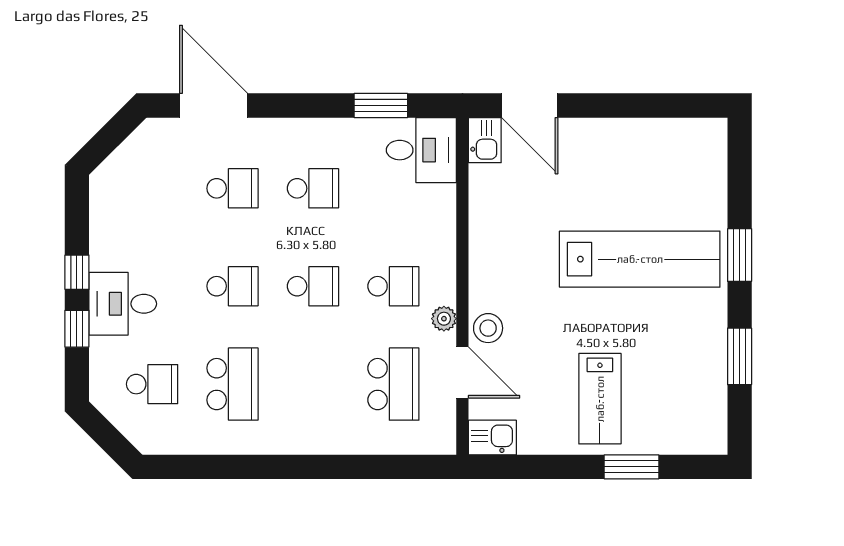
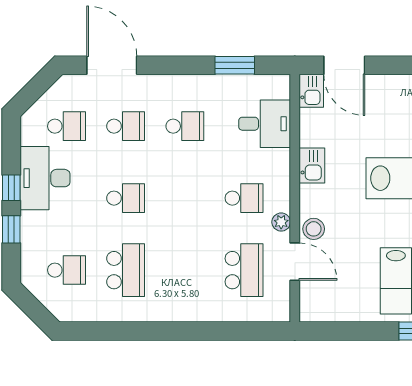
desk: (421, 150) -> (265, 124), moved
school desk: (313, 286) -> (67, 126), moved
desk: (123, 304) -> (45, 178), moved, width x1.37
kitchen sink: (492, 438) -> (312, 165), moved, turned 90

